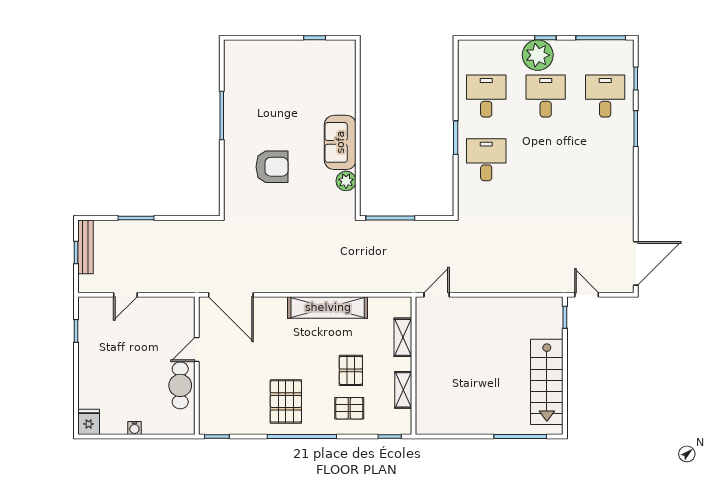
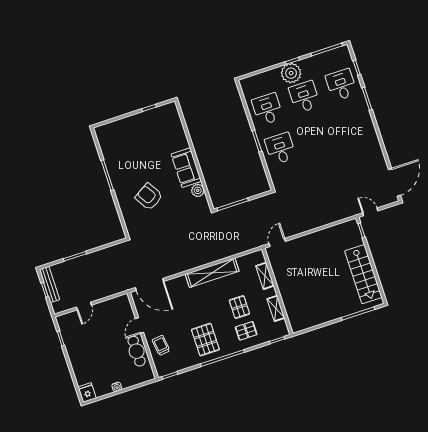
armchair: (272, 167) -> (149, 197), turned -122
trolley: (218, 389) -> (161, 345), added

